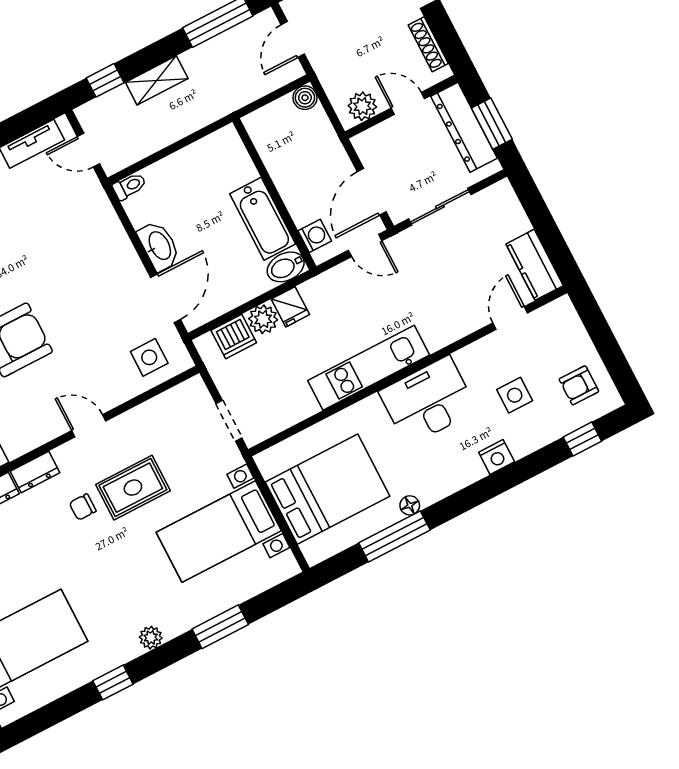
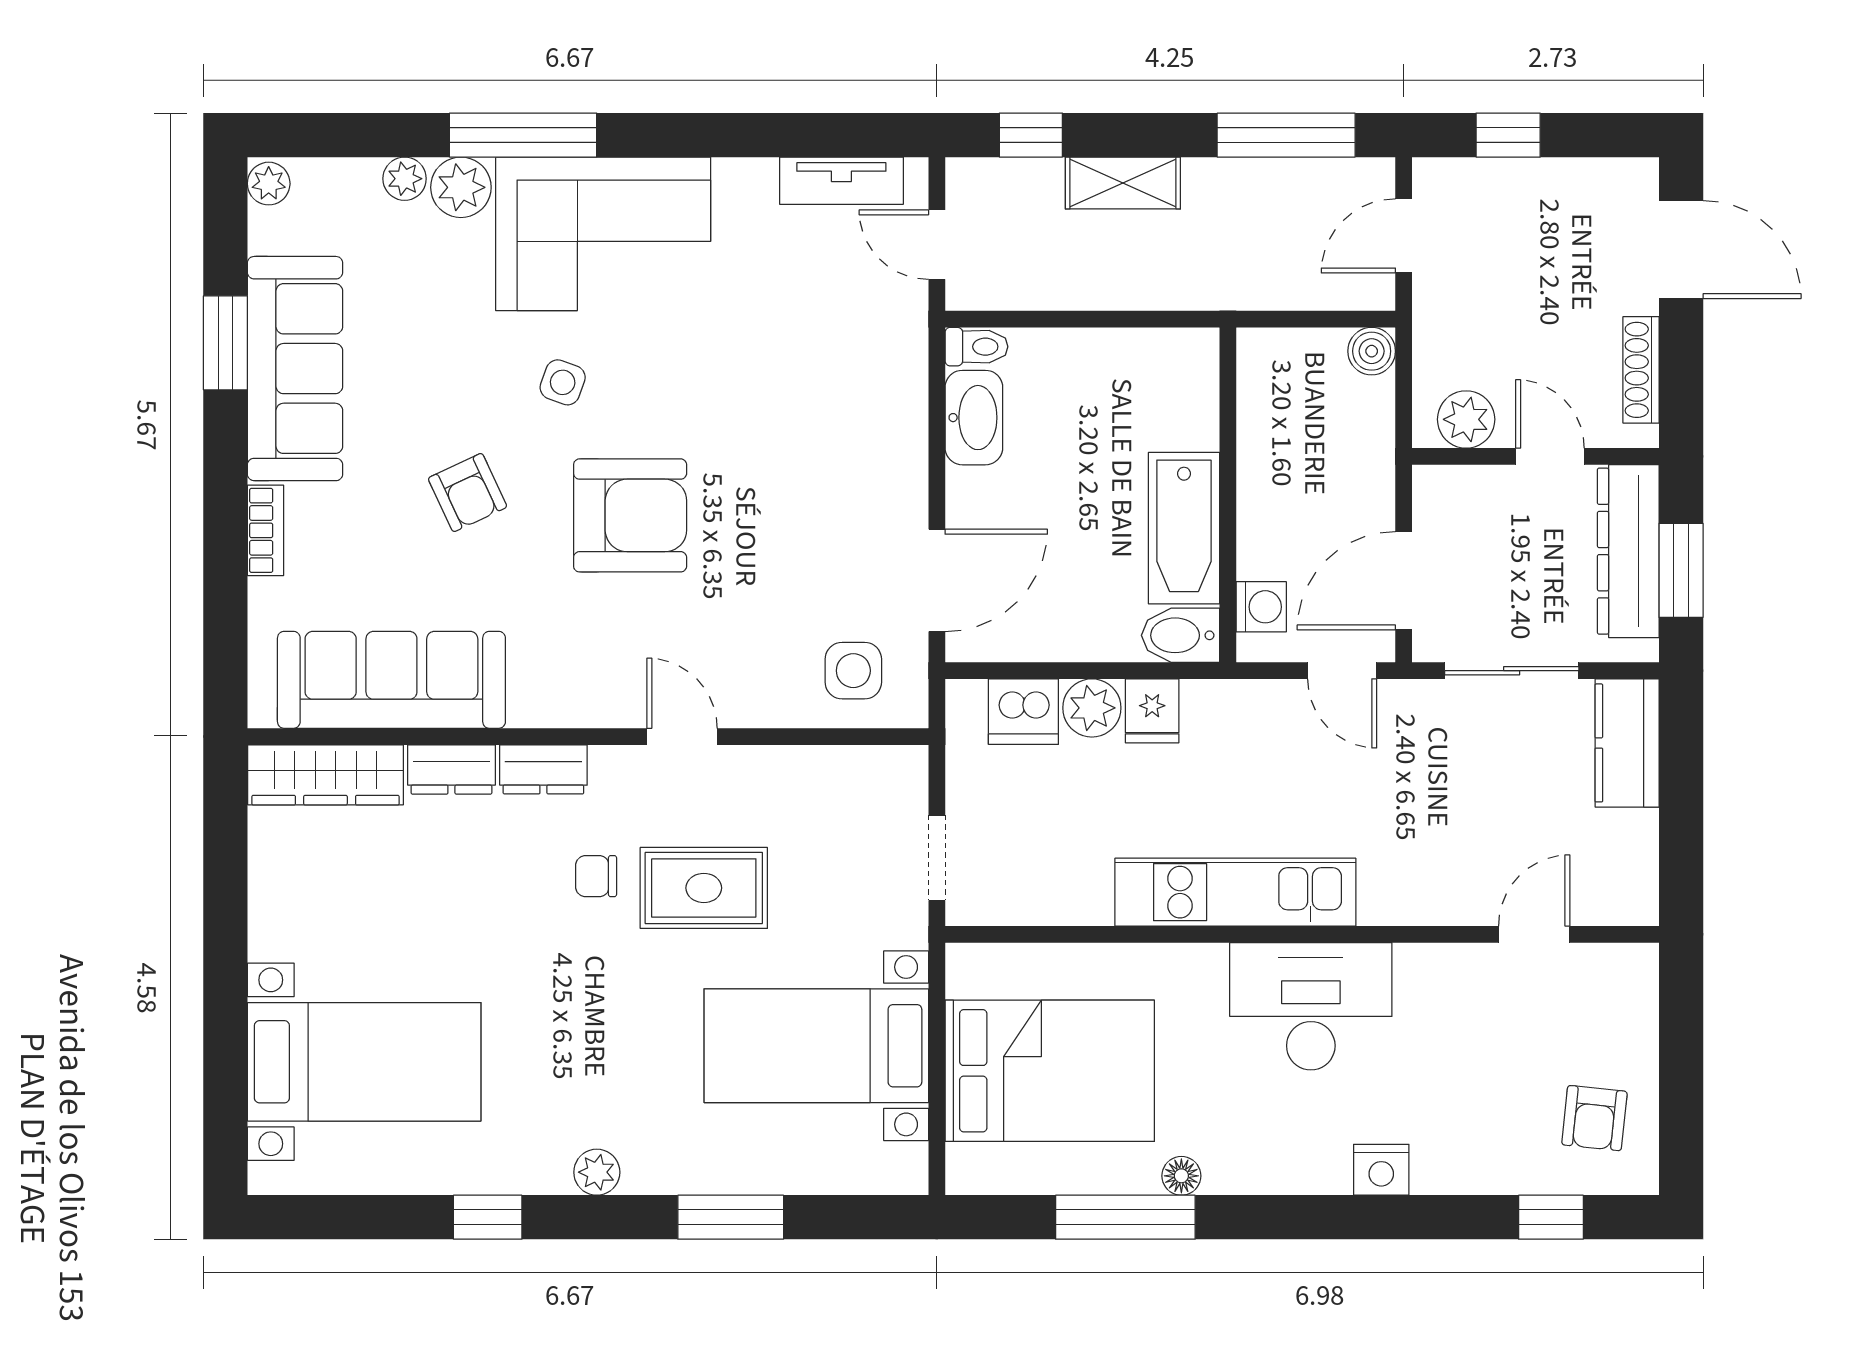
washbasin: (159, 246) -> (974, 418), moved
kitchen counter: (535, 265) -> (1627, 743), moved
armchair: (579, 385) -> (1594, 1118), turned -84
side table: (515, 395) -> (1471, 1076), removed

